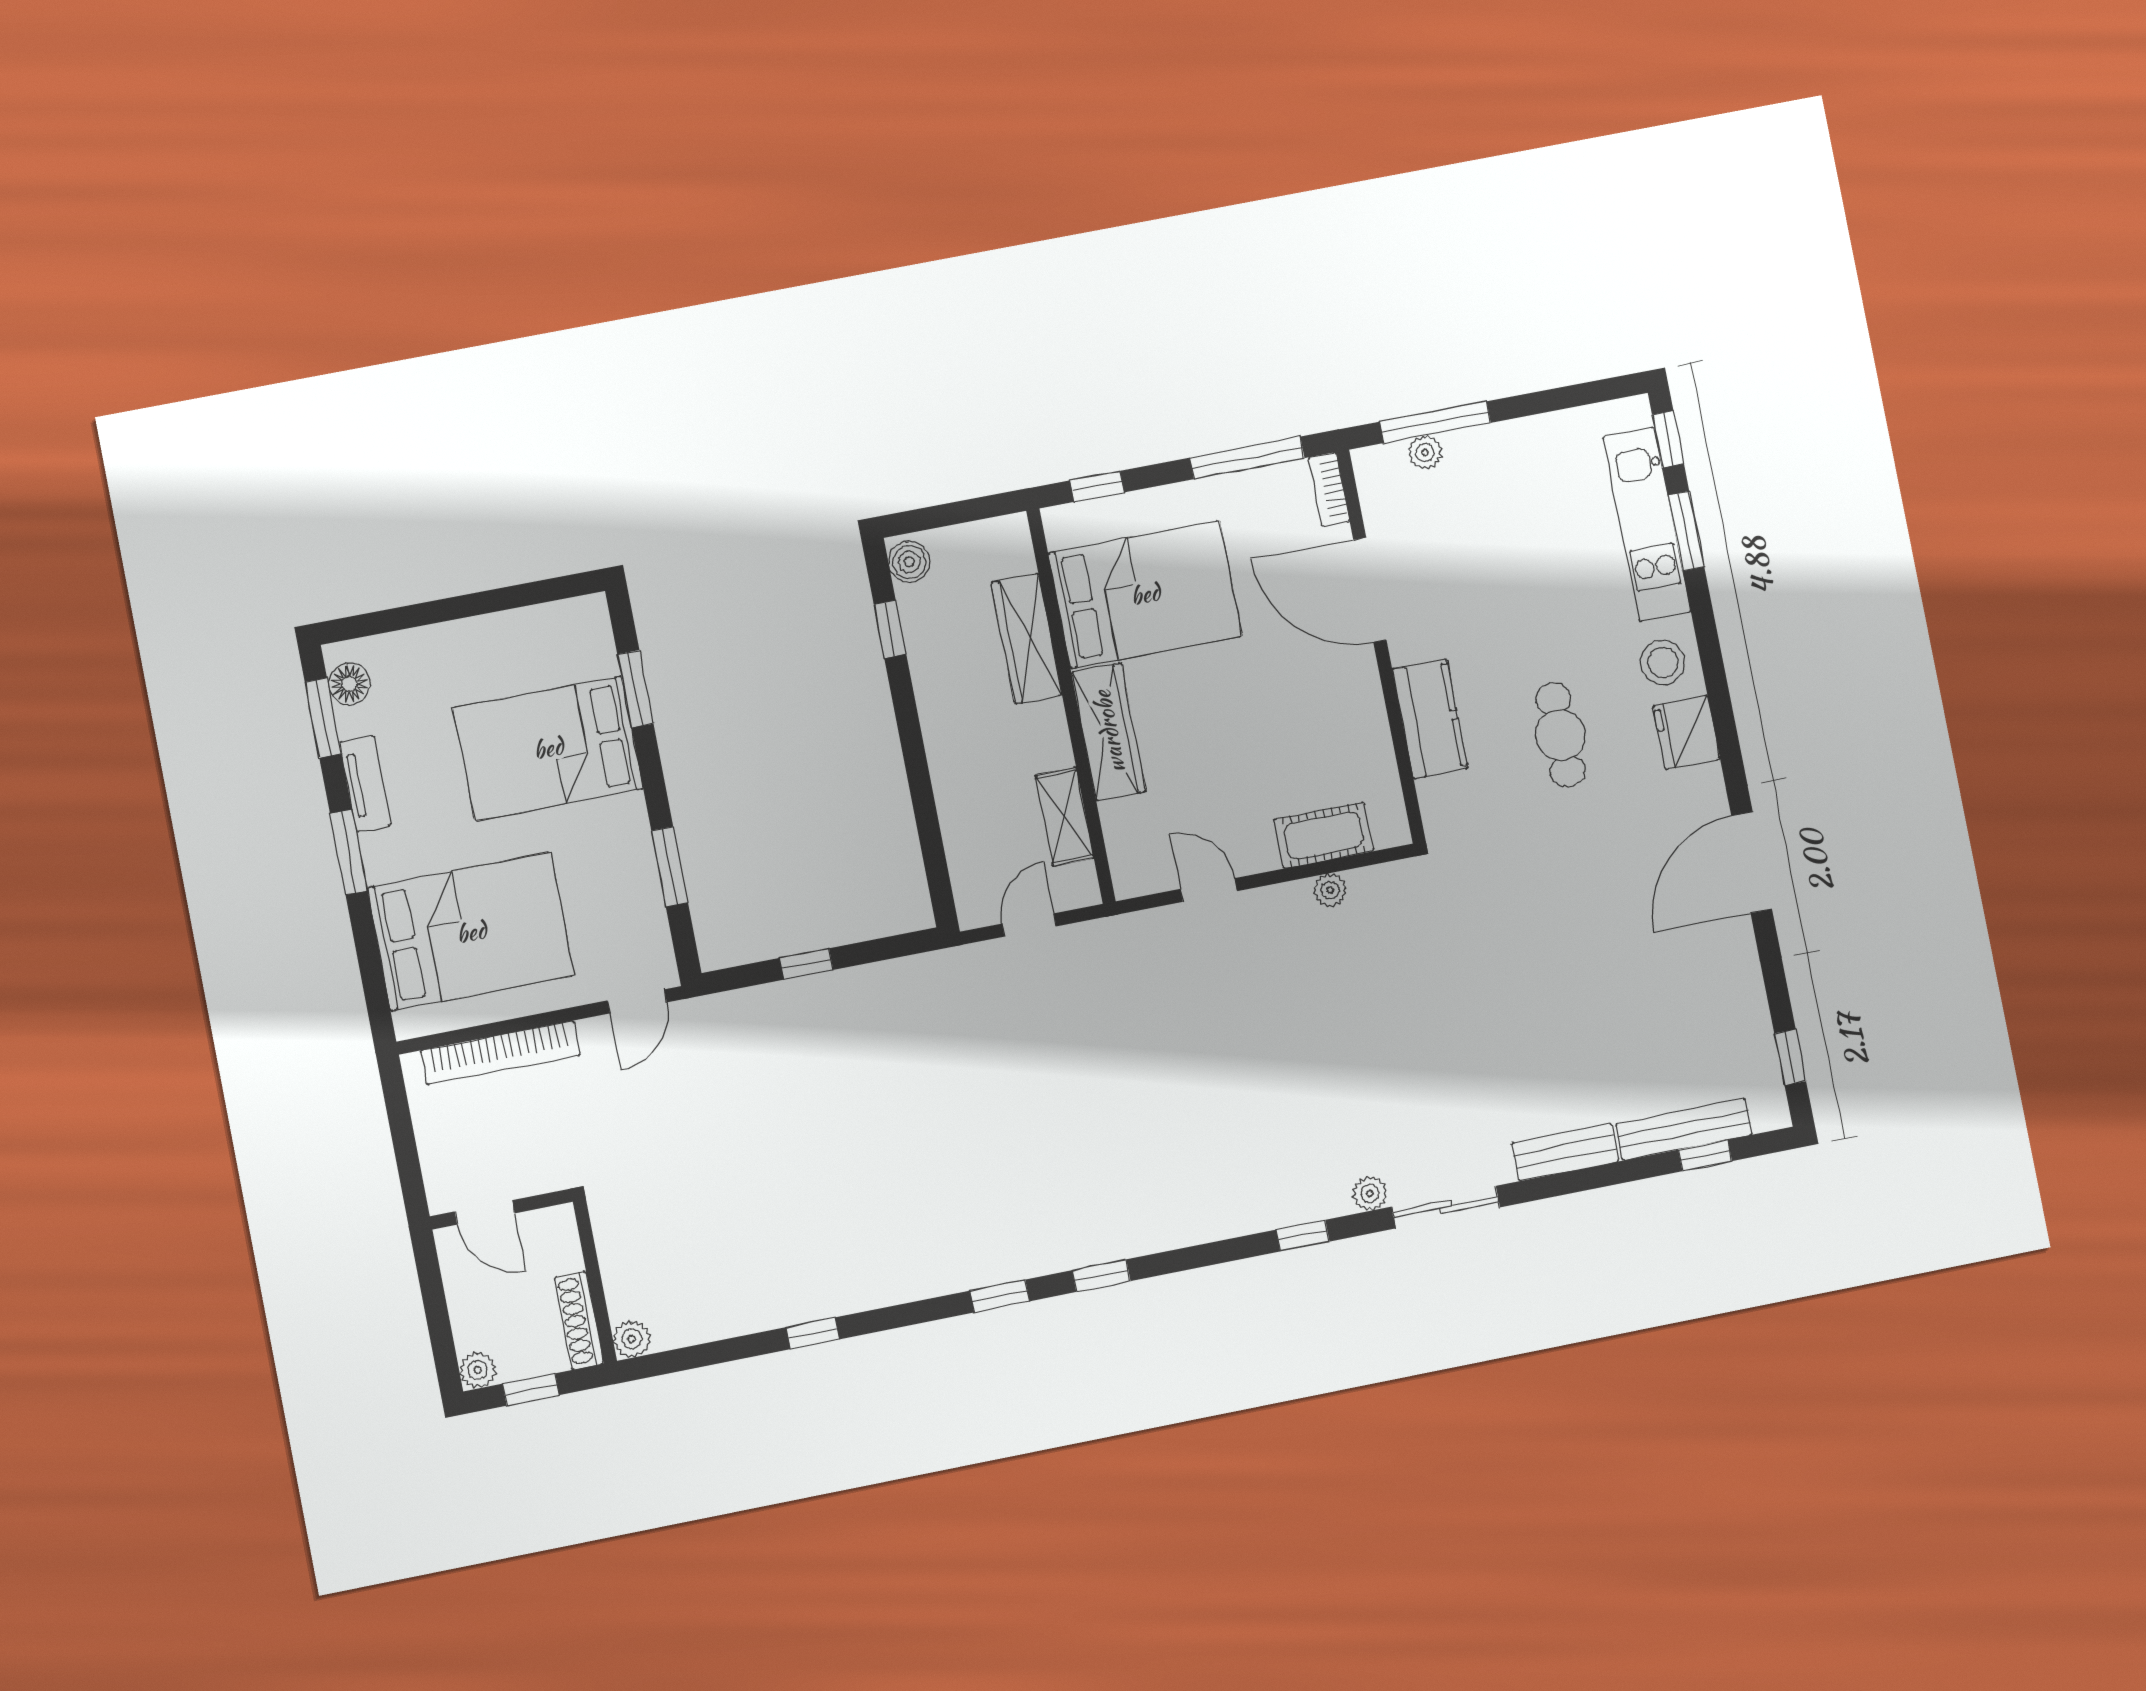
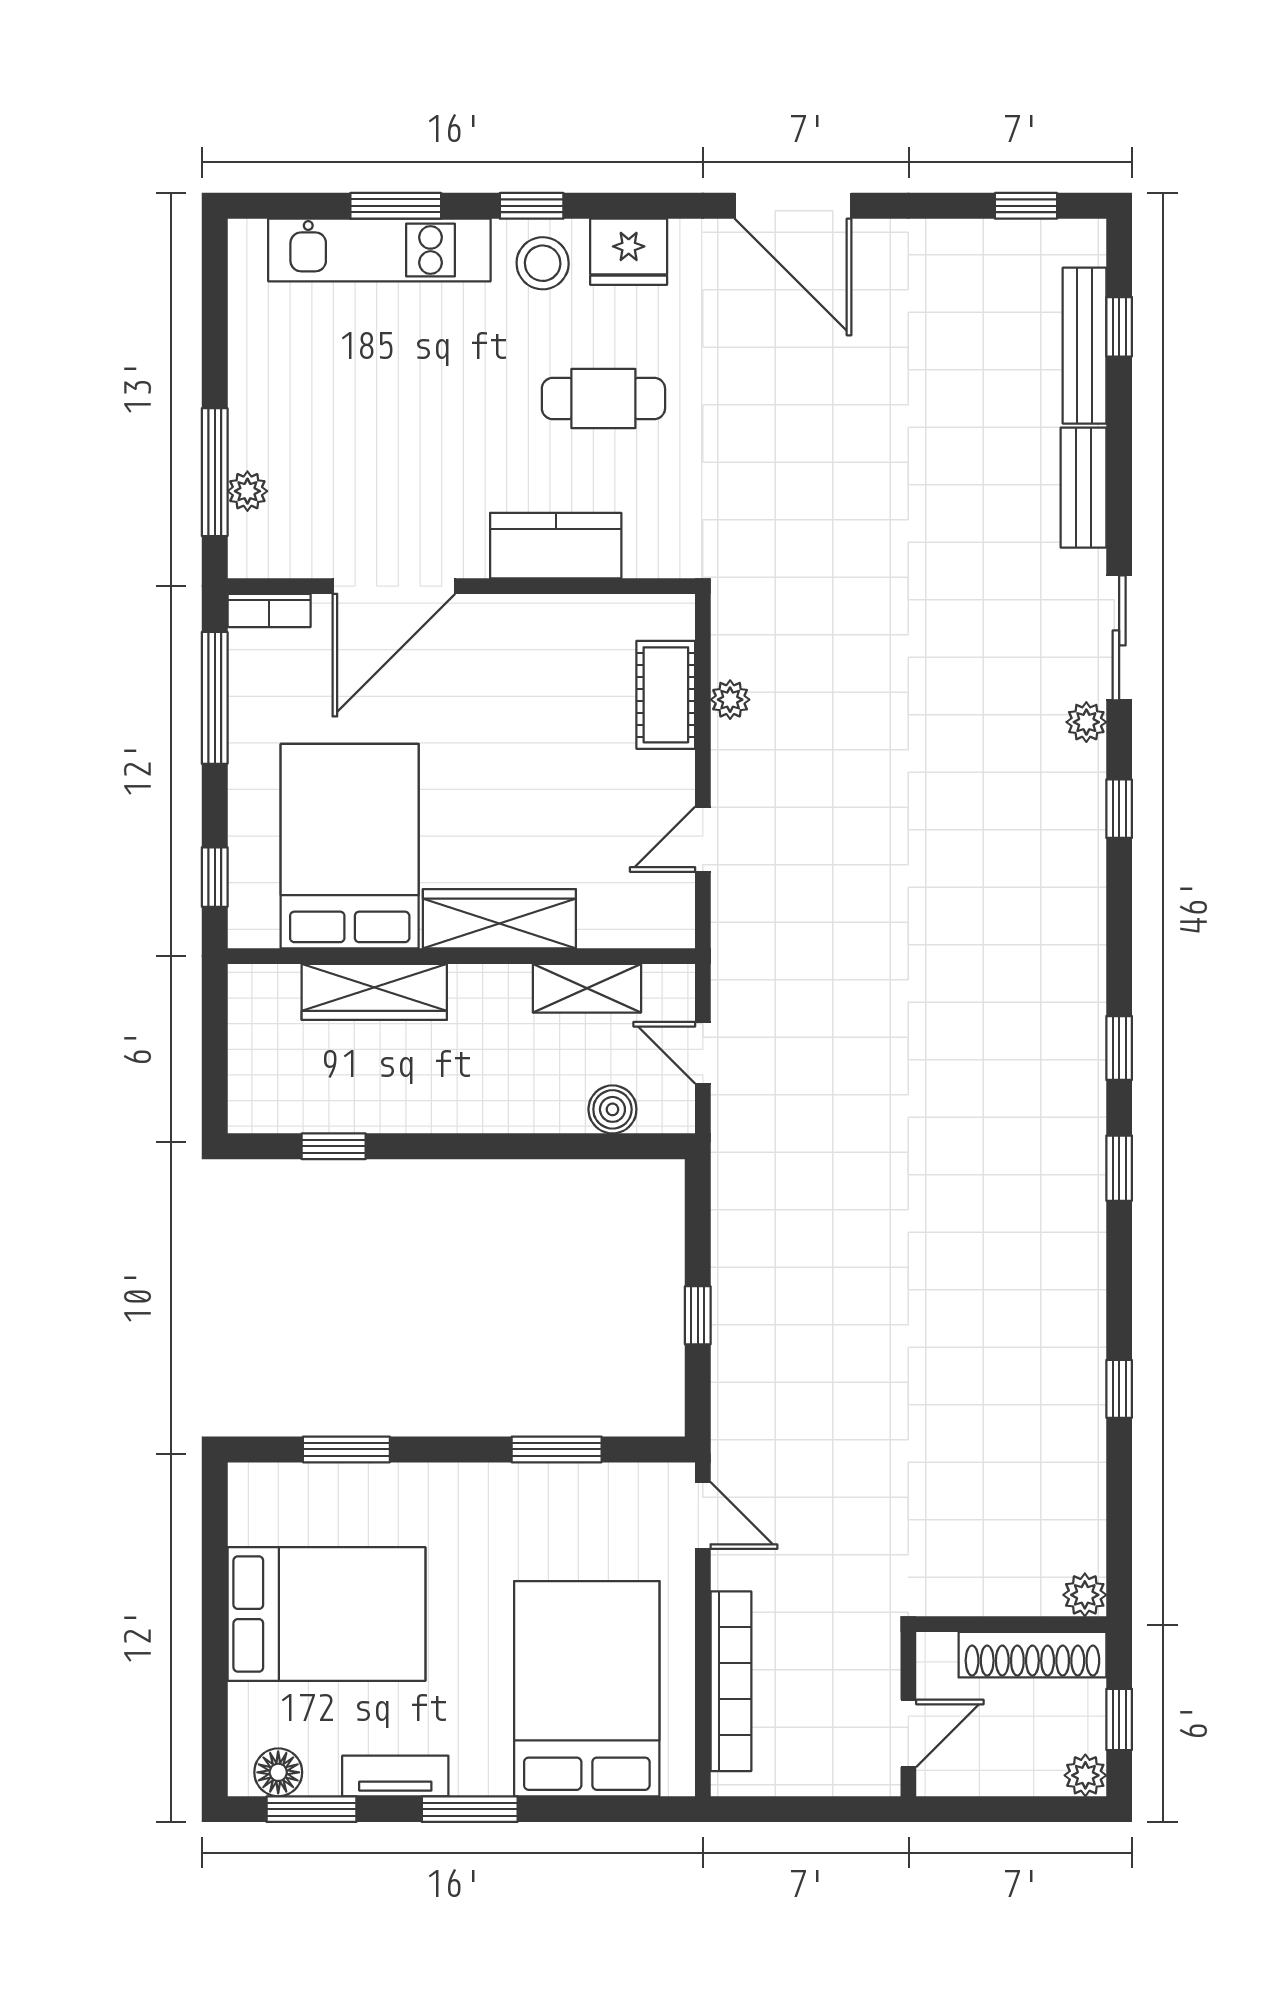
window: (1668, 439) -> (532, 206), moved
boiler: (909, 562) -> (612, 1109), moved
bed: (548, 748) -> (326, 1614), moved, turned -90
shoe rack: (579, 1320) -> (1032, 1655), width x1.36, depth x1.24

